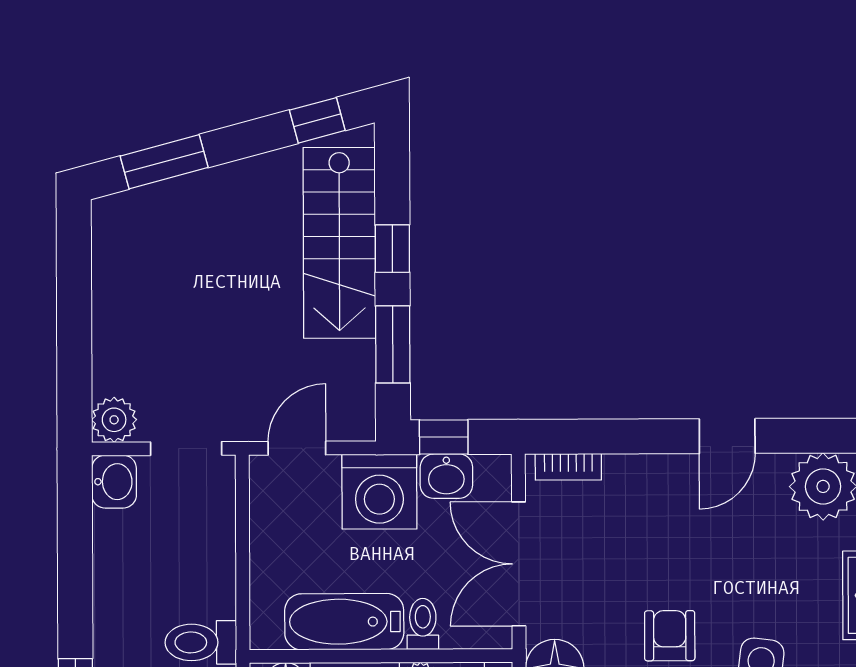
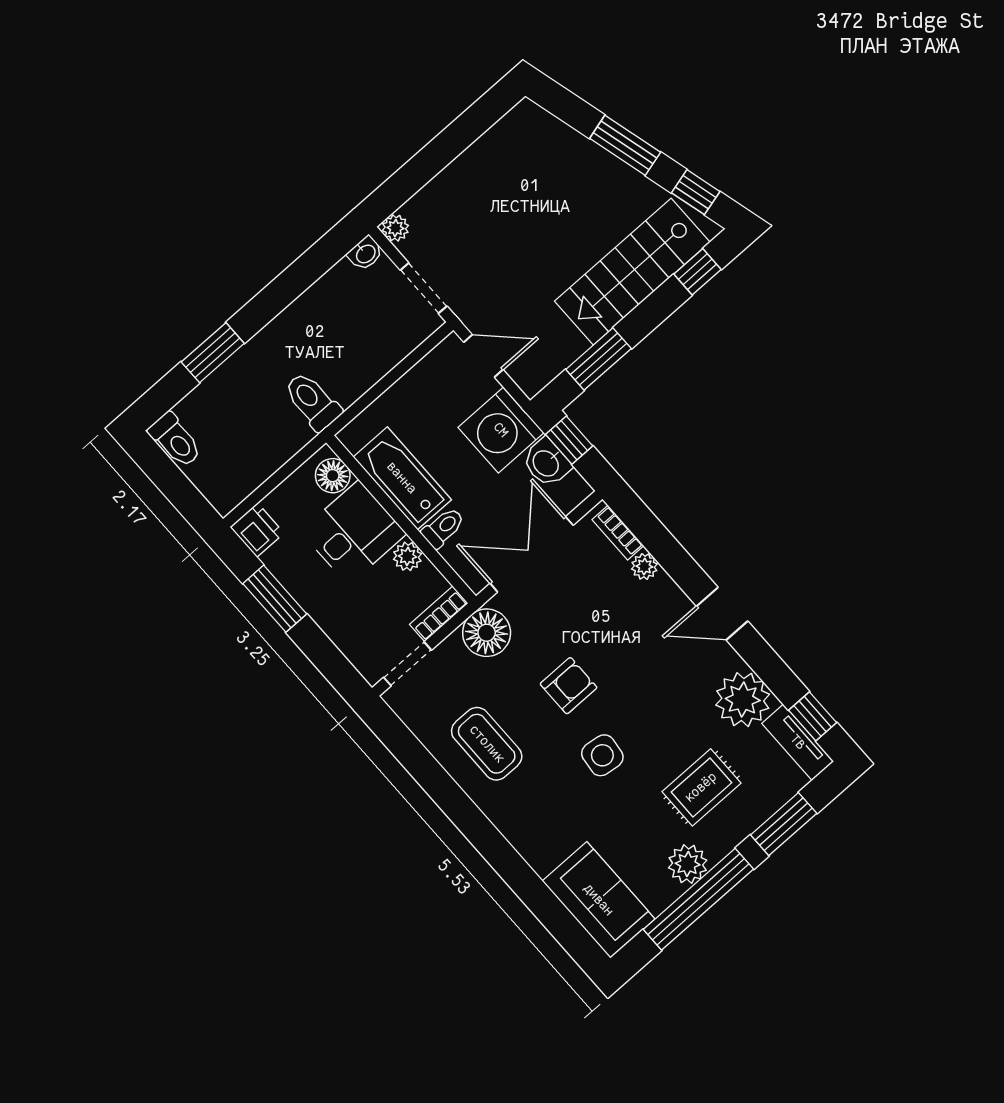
window: (164, 162) -> (625, 145), moved
window: (392, 249) -> (698, 272), moved
plant: (114, 420) -> (395, 228), width x0.73, depth x0.73
plant: (621, 470) -> (644, 566), added
washbasin: (114, 482) -> (365, 253), width x0.72, depth x0.69

